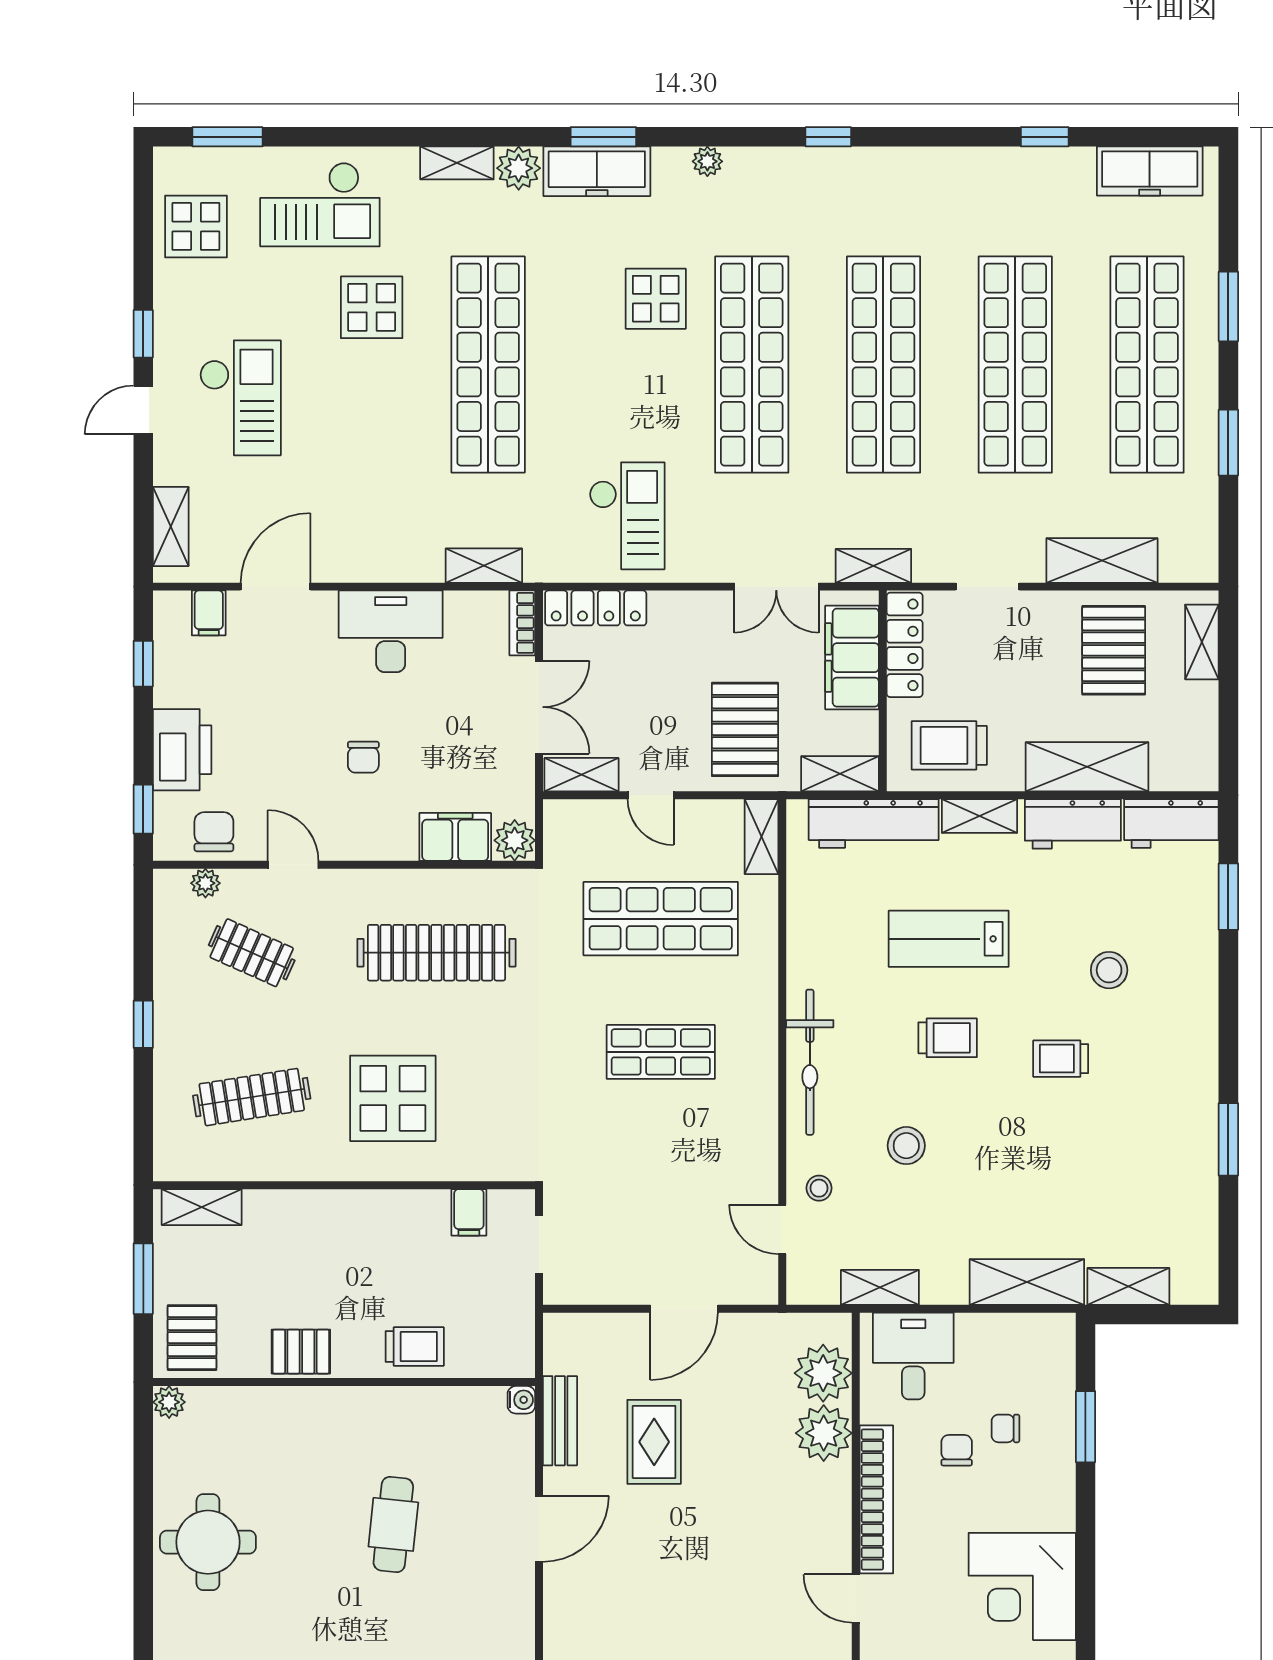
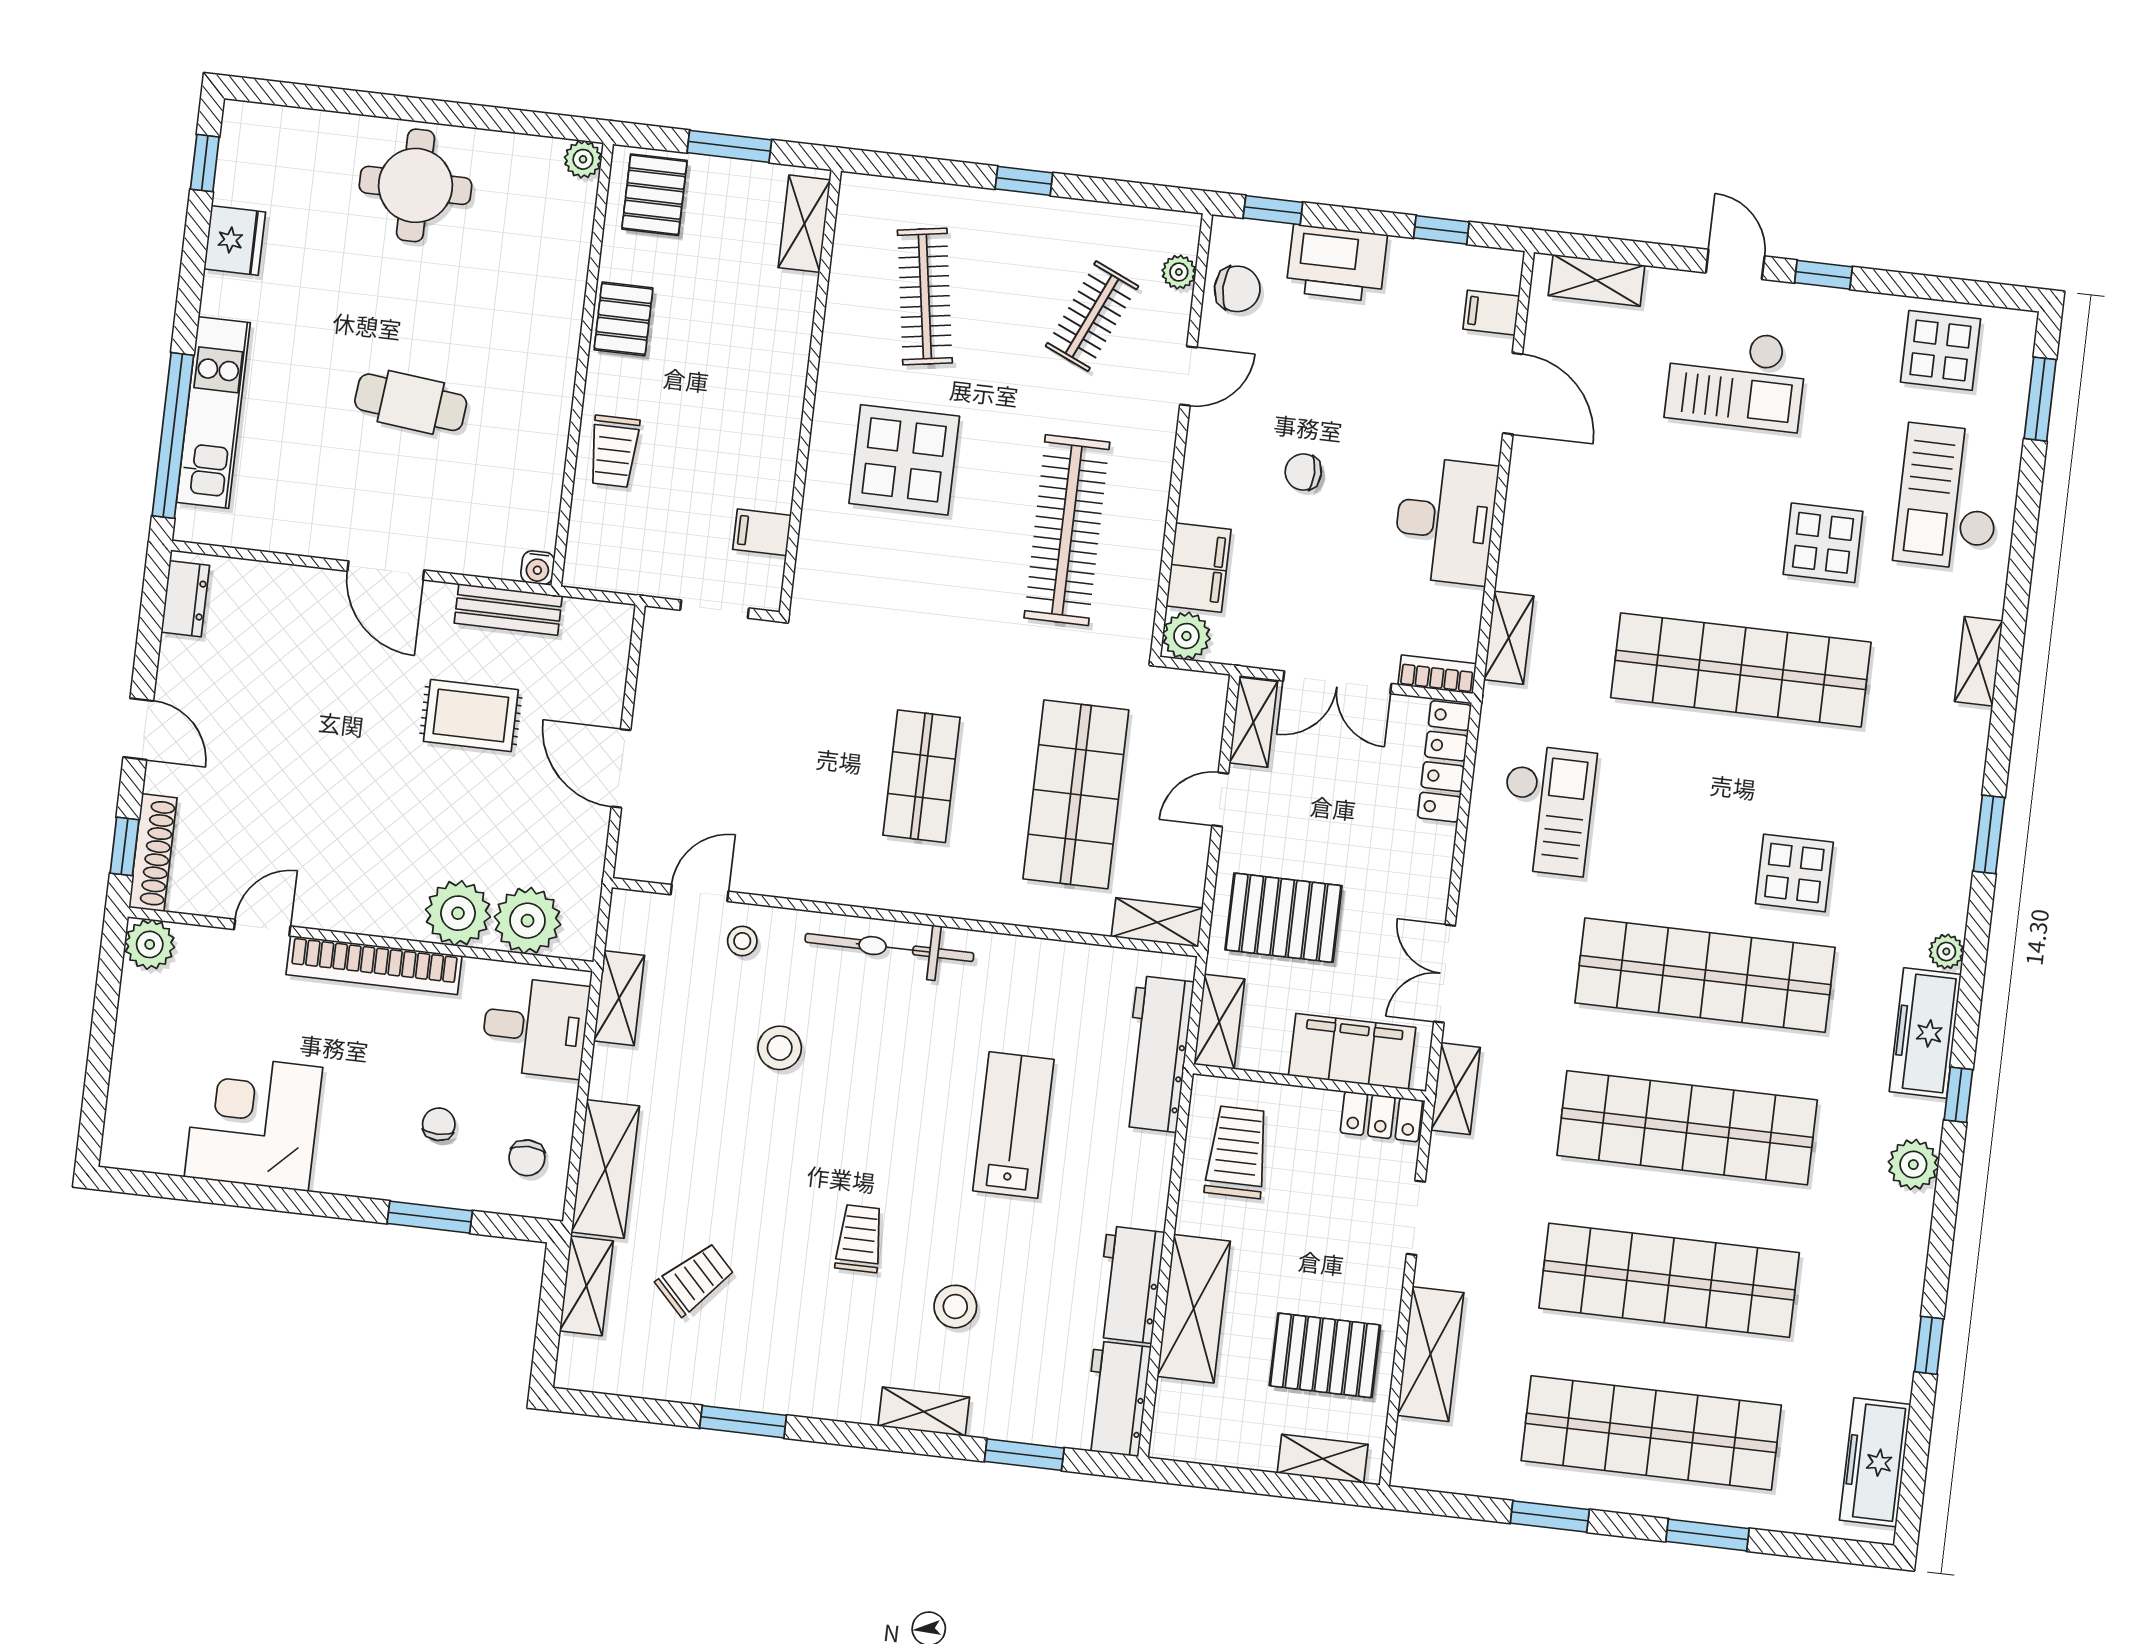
plant: (519, 168) -> (1913, 1165), moved
freezer: (597, 171) -> (1925, 1033), moved
checkout: (627, 516) -> (1547, 810), turned -90
locker: (905, 645) -> (1381, 1117), width x0.66
shelving: (979, 816) -> (924, 1412), moved, turned 90
trolley: (948, 1038) -> (695, 1279), moved, turned -134
pallet: (192, 1338) -> (654, 195), turned 90
chair: (957, 1450) -> (527, 1158), moved, turned 90

